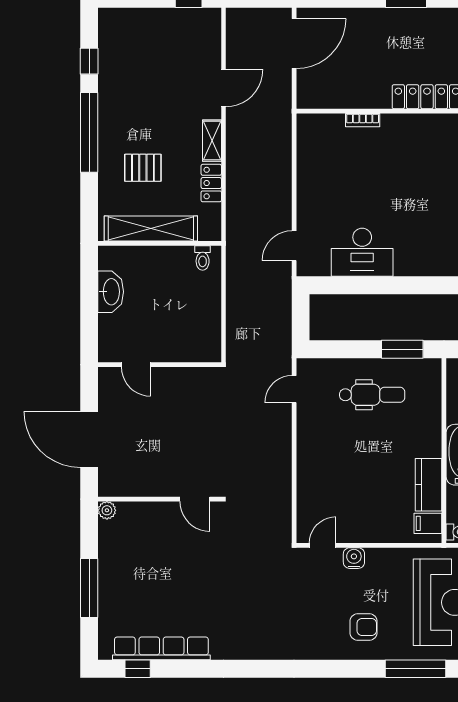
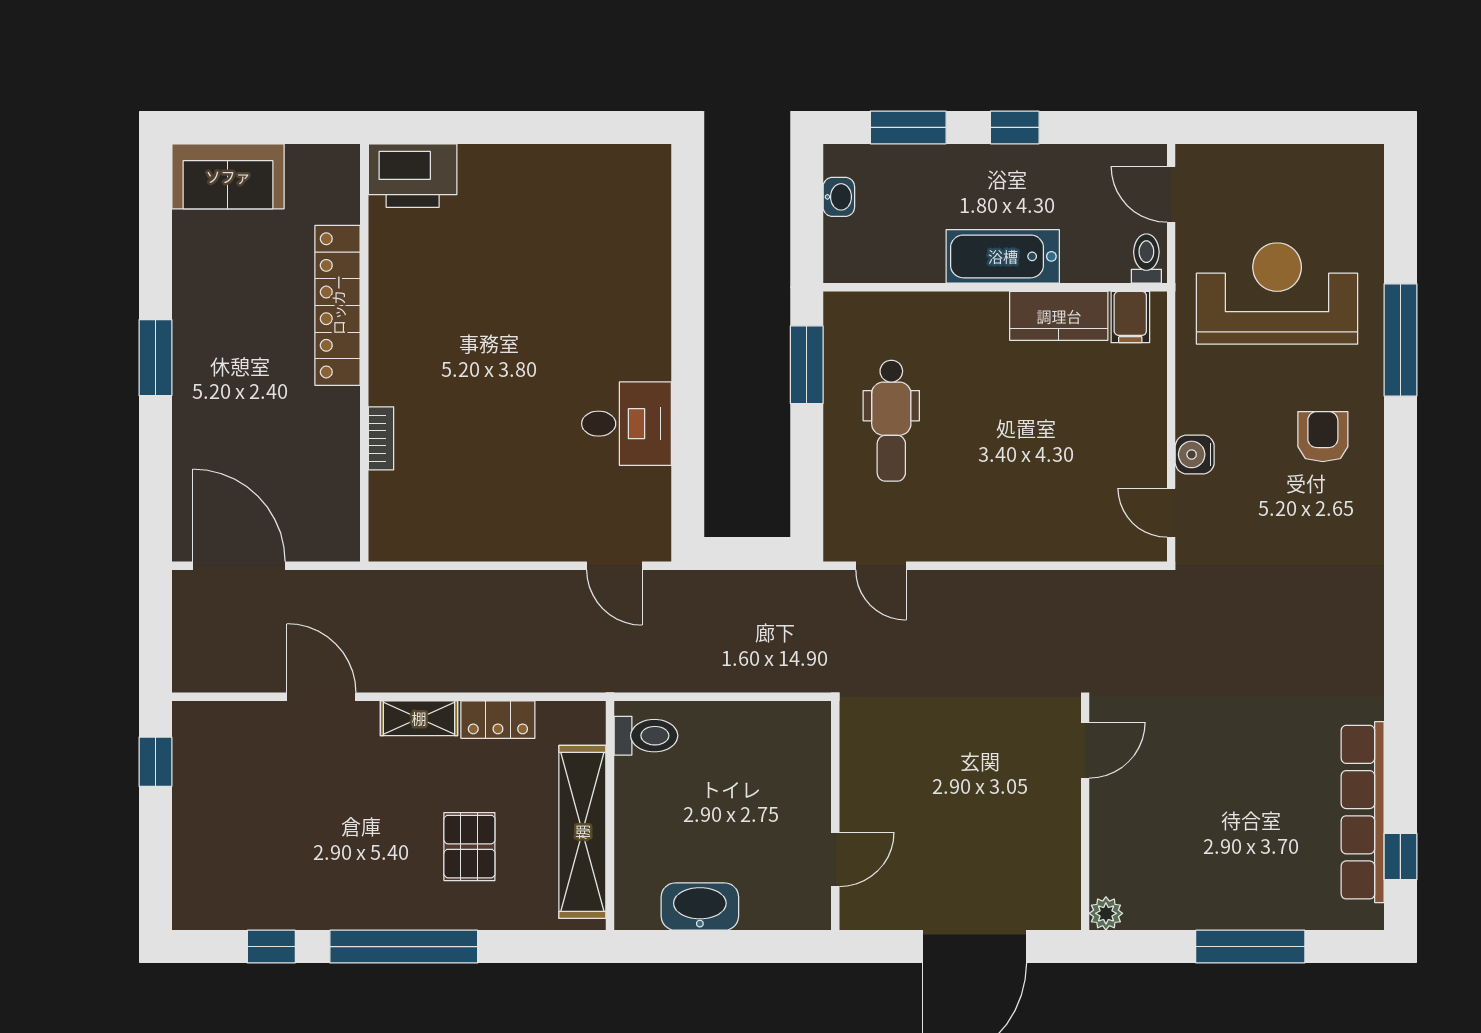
desk: (362, 252) -> (627, 424), width x0.73
toilet: (203, 258) -> (646, 736), width x1.37, depth x1.39
dental chair: (372, 395) -> (891, 421), turned 180

